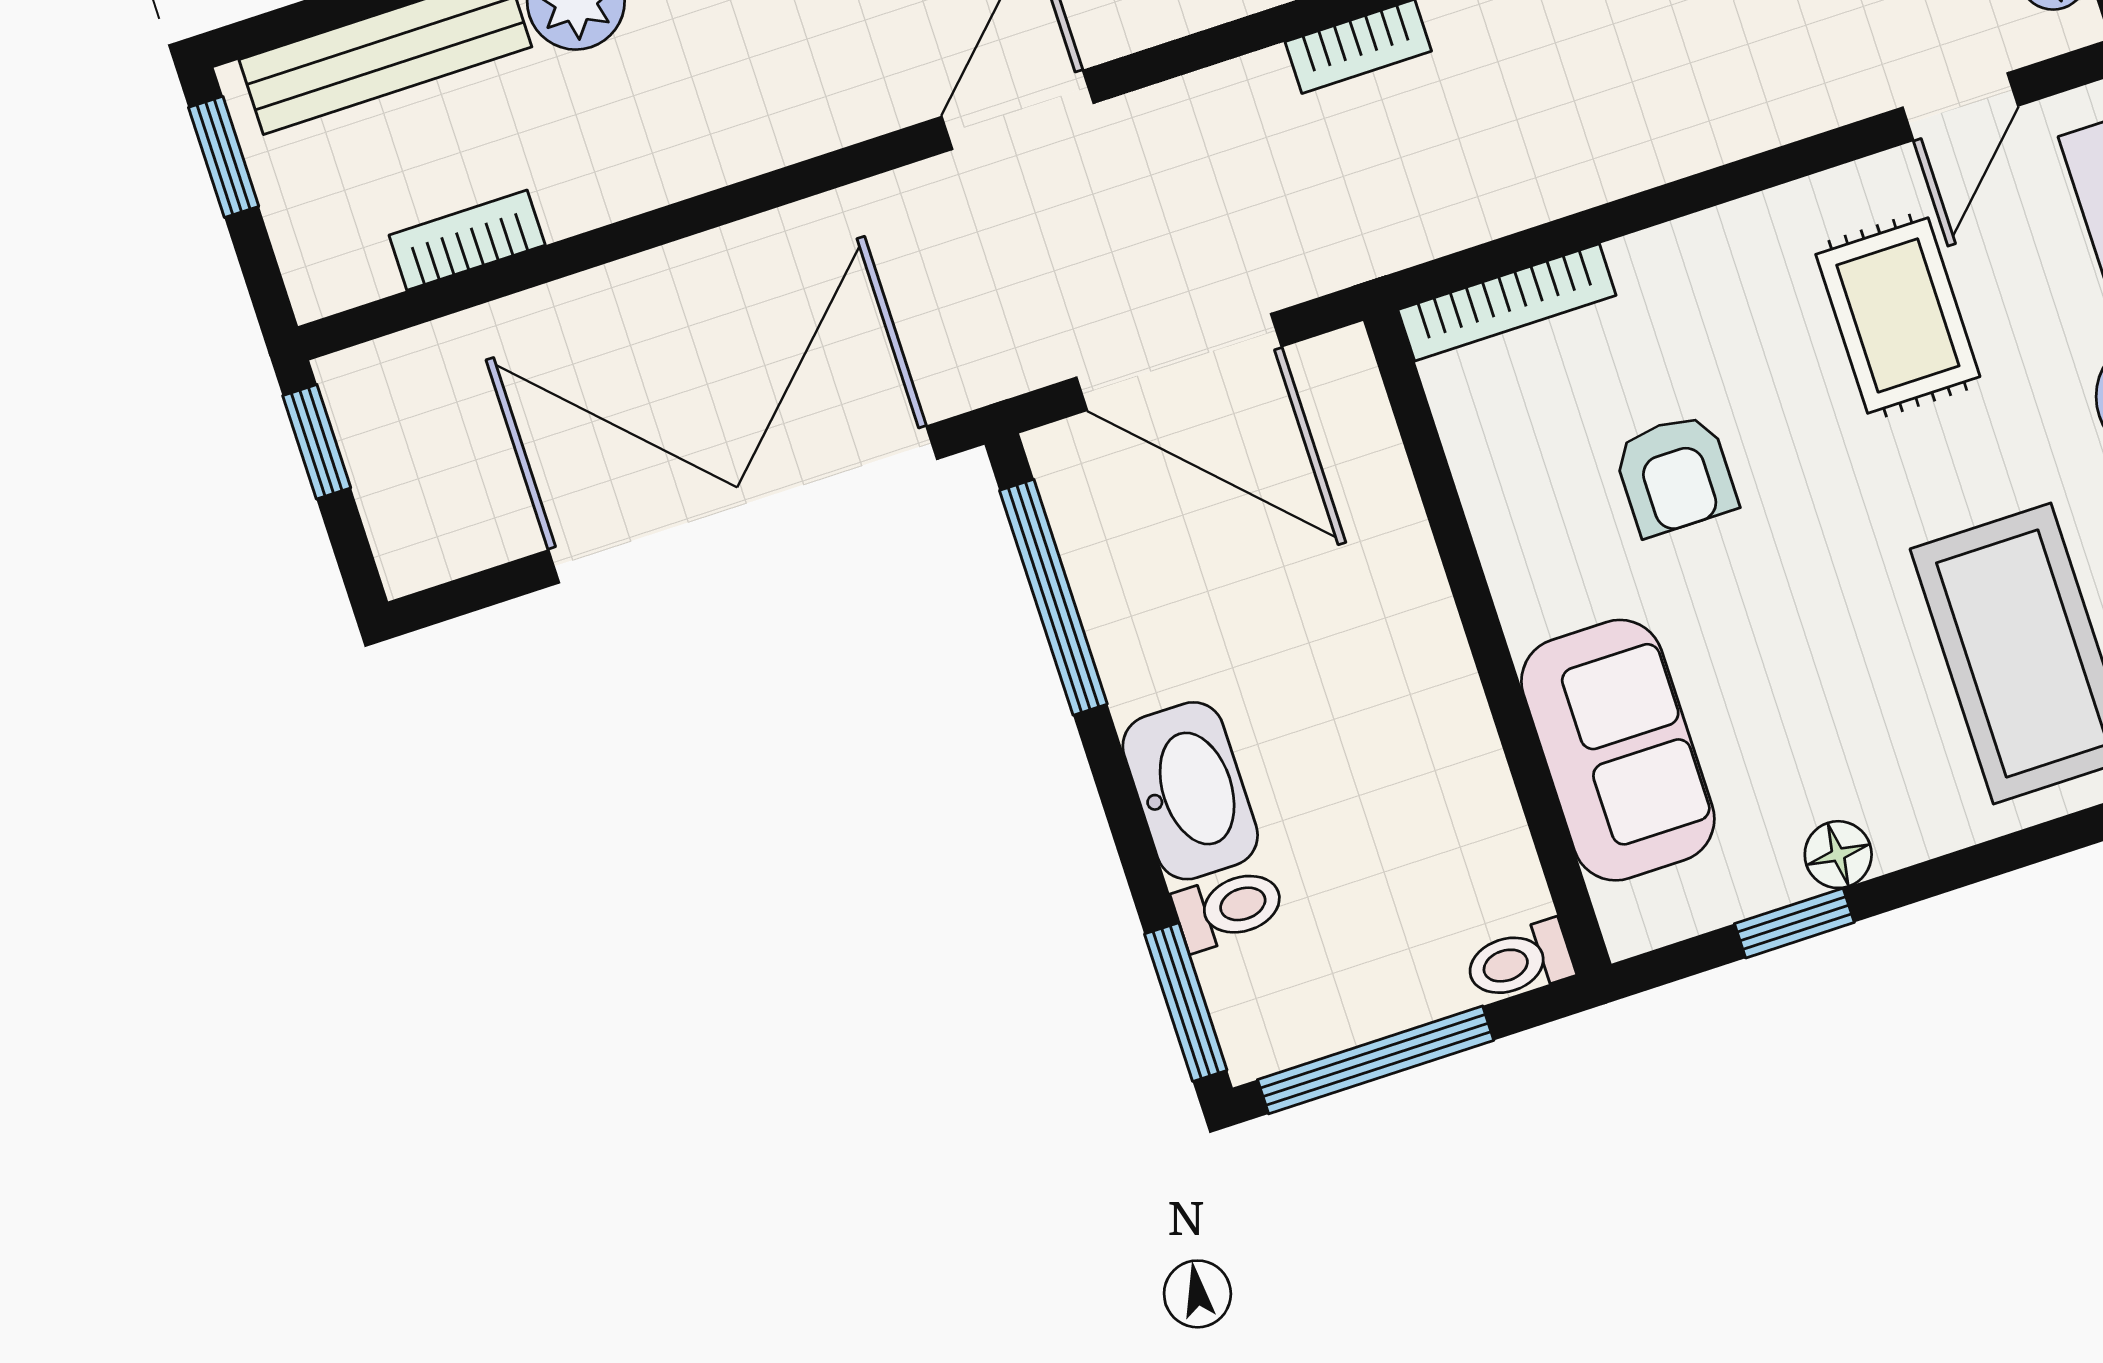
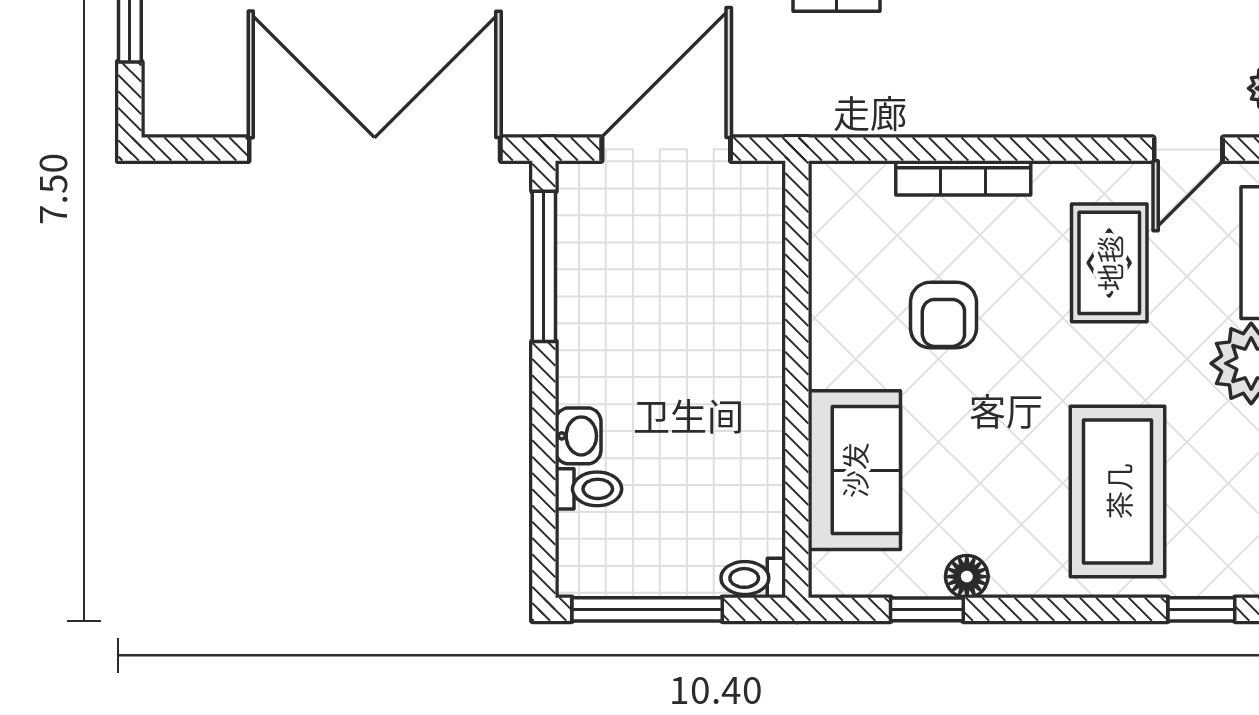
bookcase: (1507, 302) -> (963, 178), moved
door: (1179, 362) -> (666, 149), swing flipped
washbasin: (1190, 791) -> (578, 436), width x0.52, depth x0.69
window: (1186, 1002) -> (544, 537), removed

